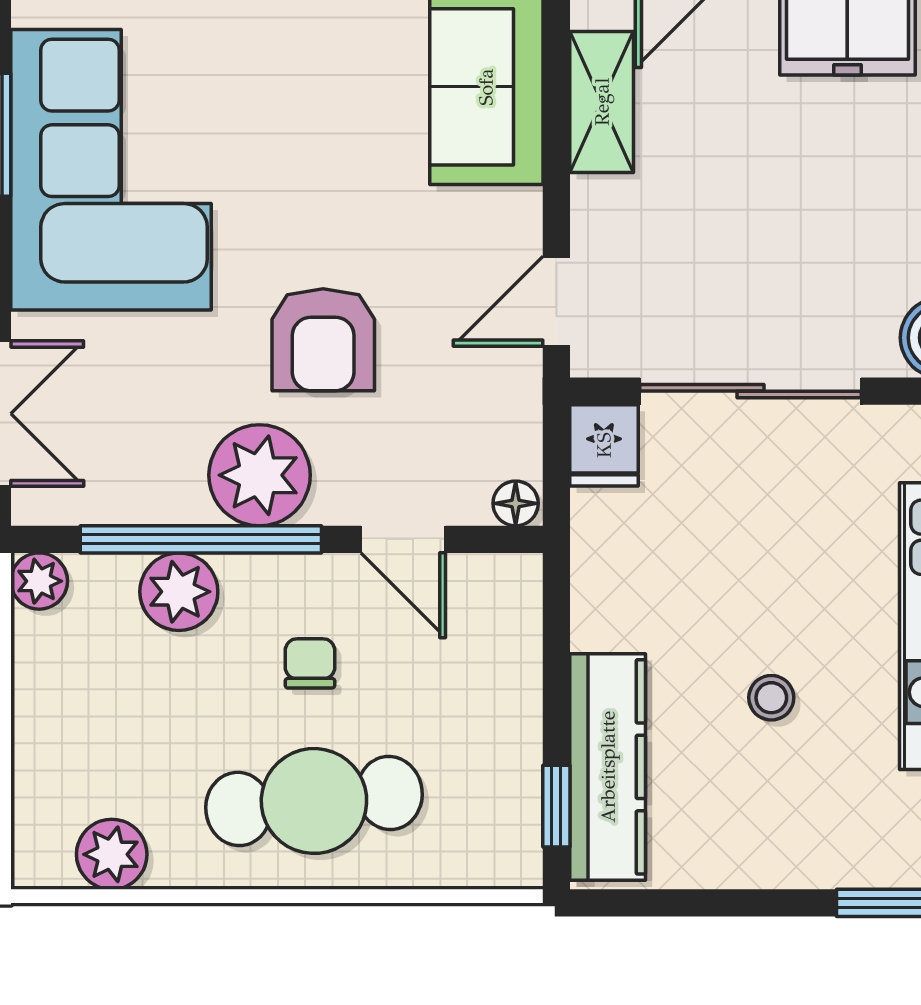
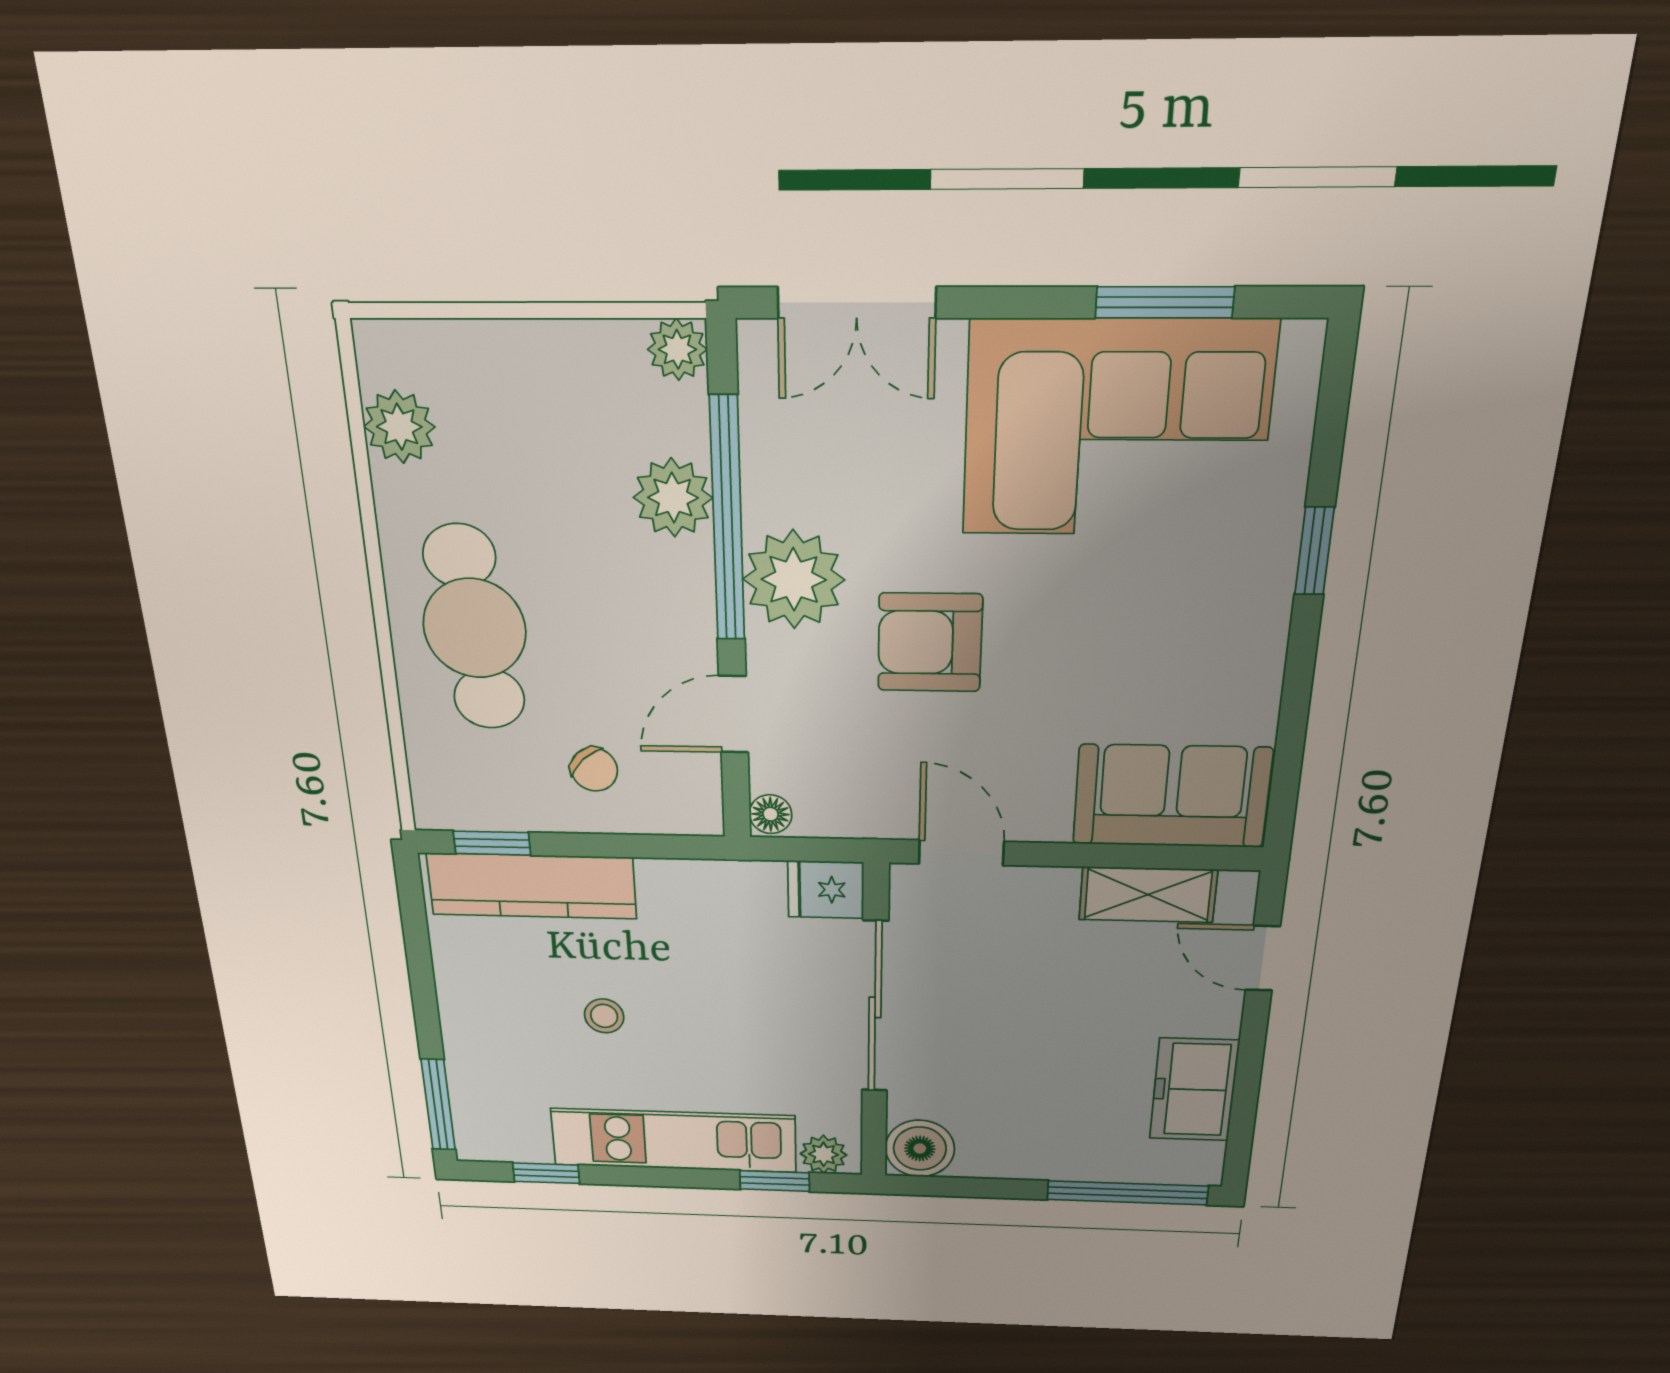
chair: (310, 663) -> (594, 769), moved, turned 47

